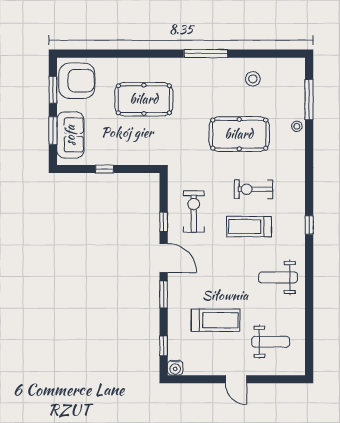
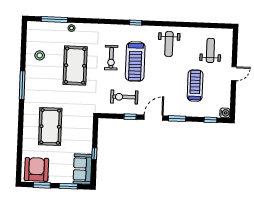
sofa: (70, 135) -> (82, 169), moved, turned -90
treadmill: (249, 227) -> (135, 62), width x1.37, depth x1.38

